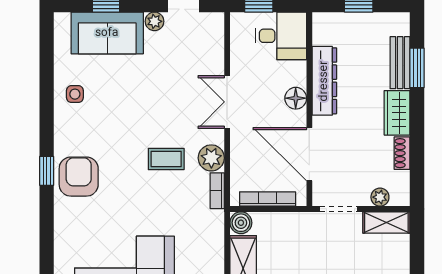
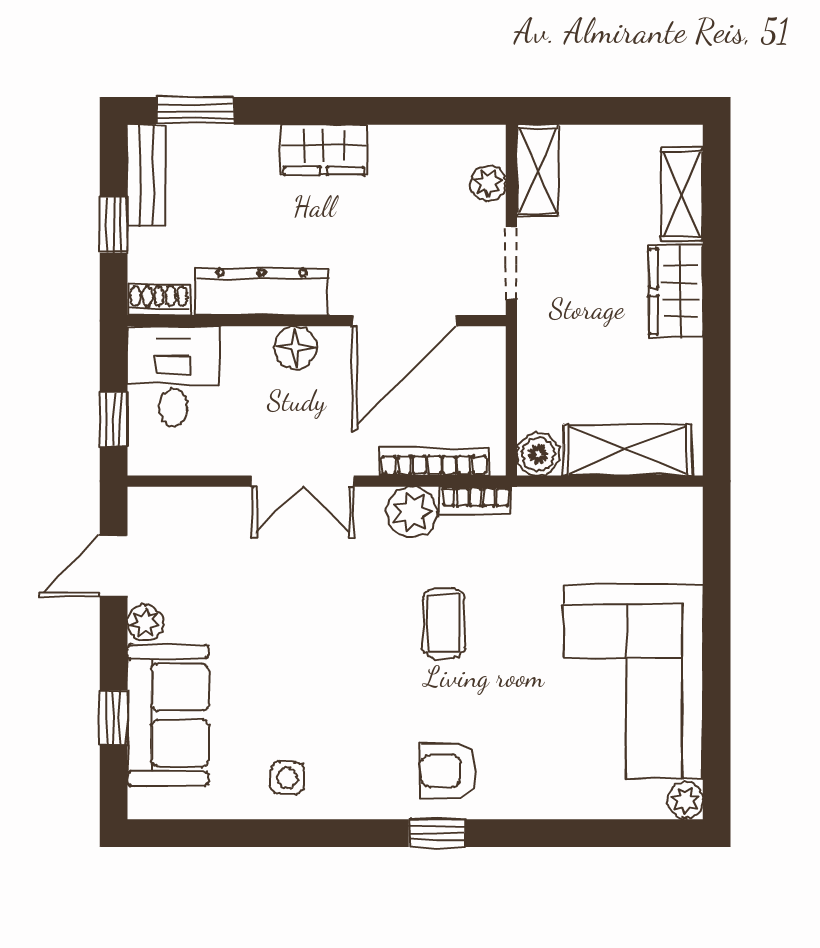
bench: (400, 63) -> (147, 175), moved, turned 90
window: (417, 68) -> (195, 111), moved
shoe rack: (402, 153) -> (159, 300), moved, turned 180
coffee table: (166, 159) -> (443, 623), moved
armchair: (79, 177) -> (448, 771), width x0.72, depth x0.72
bookcase: (268, 199) -> (434, 462), moved, turned 90

